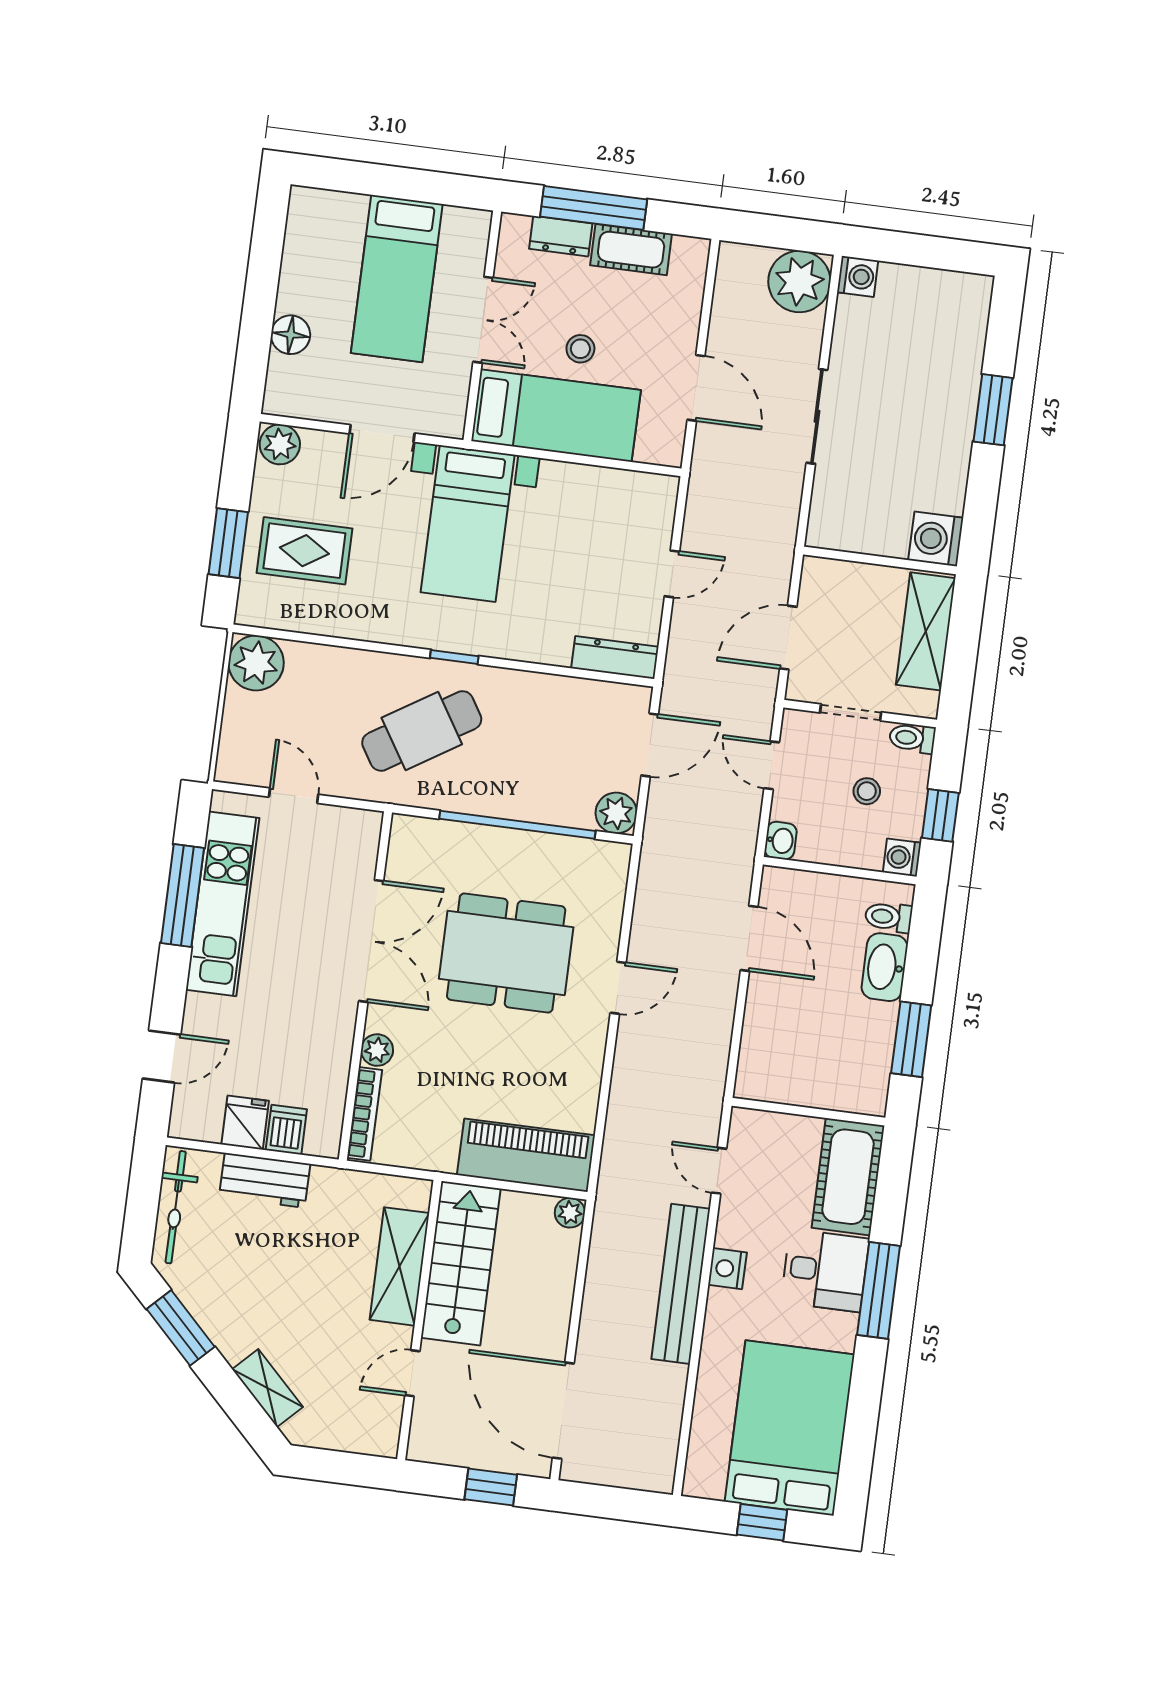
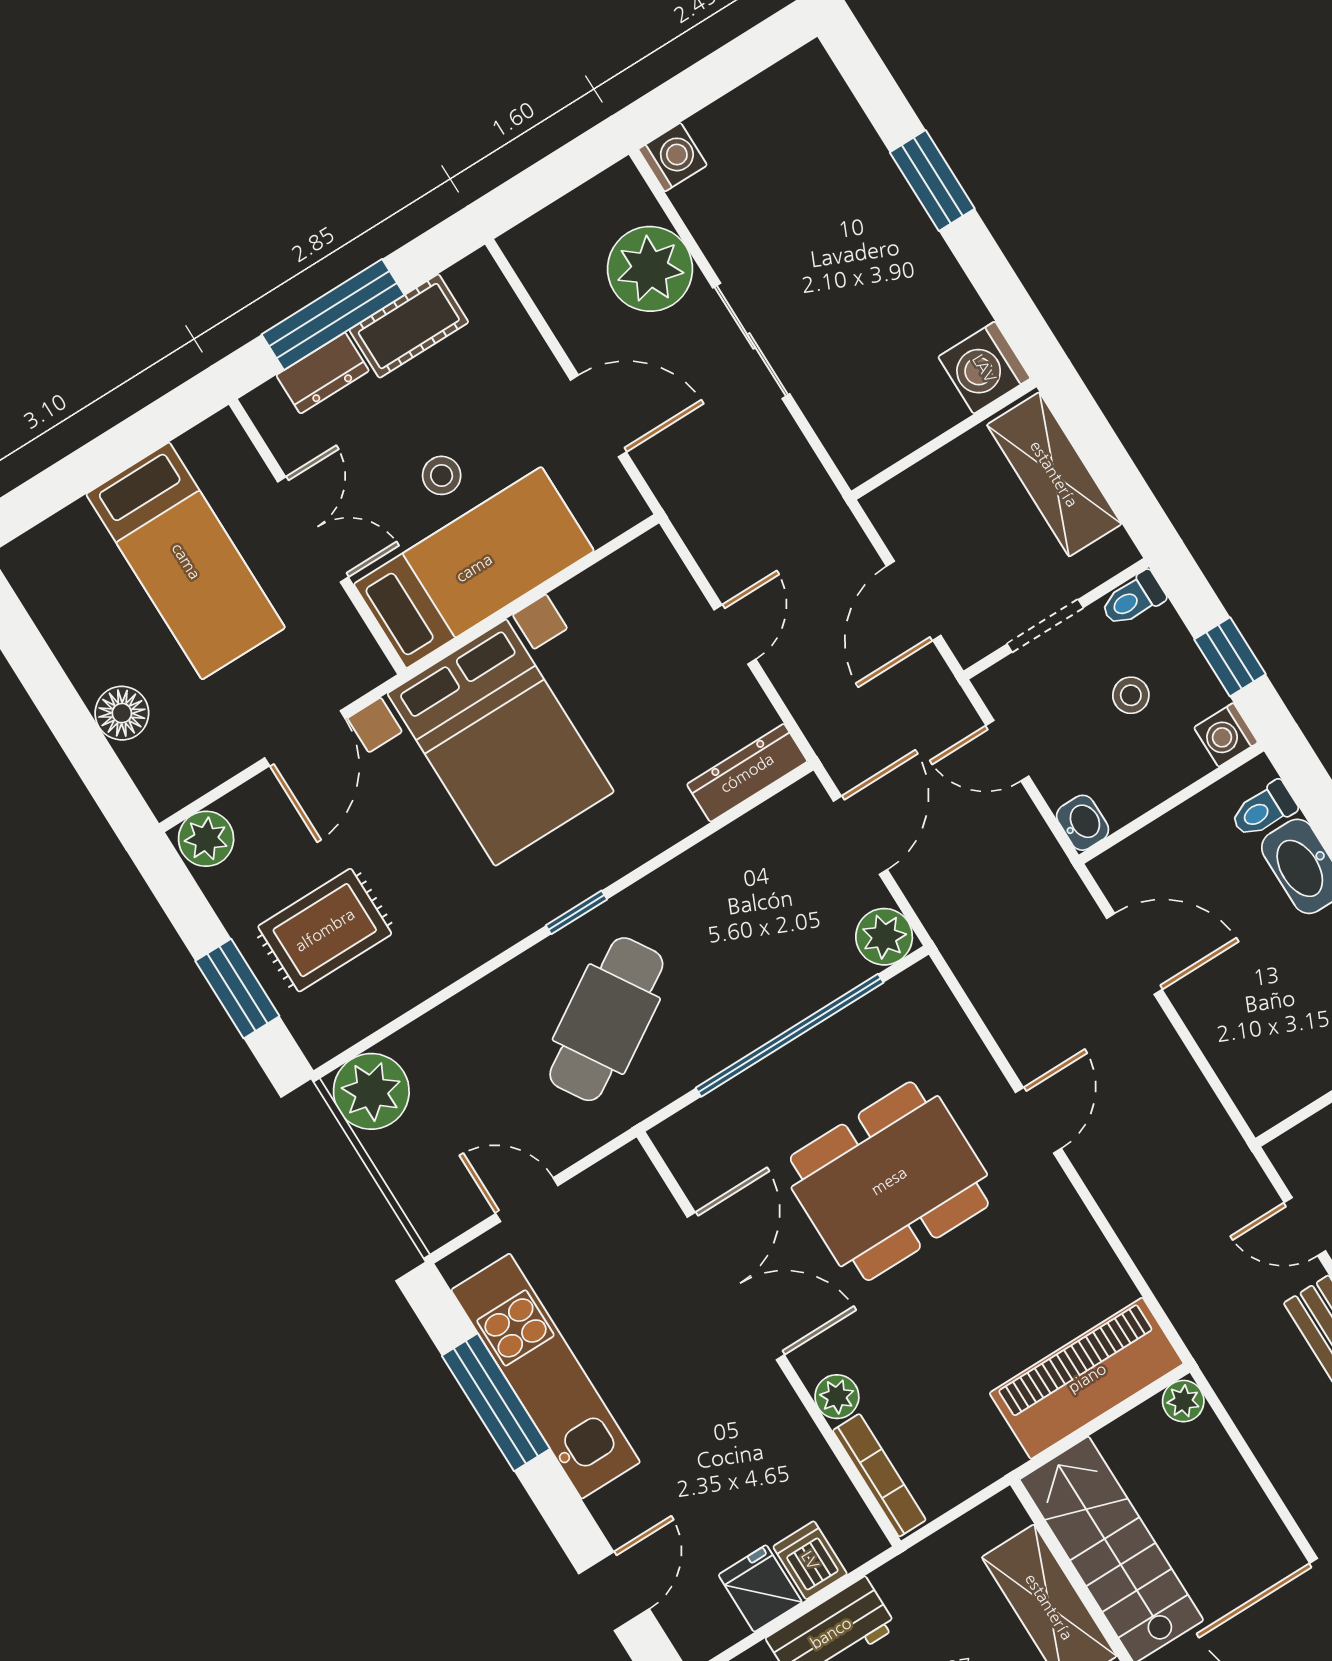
plant: (799, 281) -> (650, 269), moved
bed with nightstands: (468, 524) -> (501, 743), width x1.36

